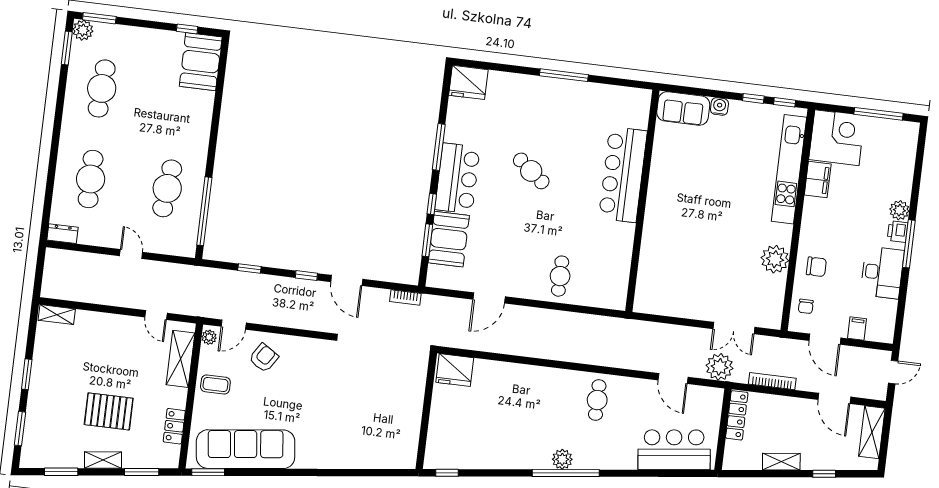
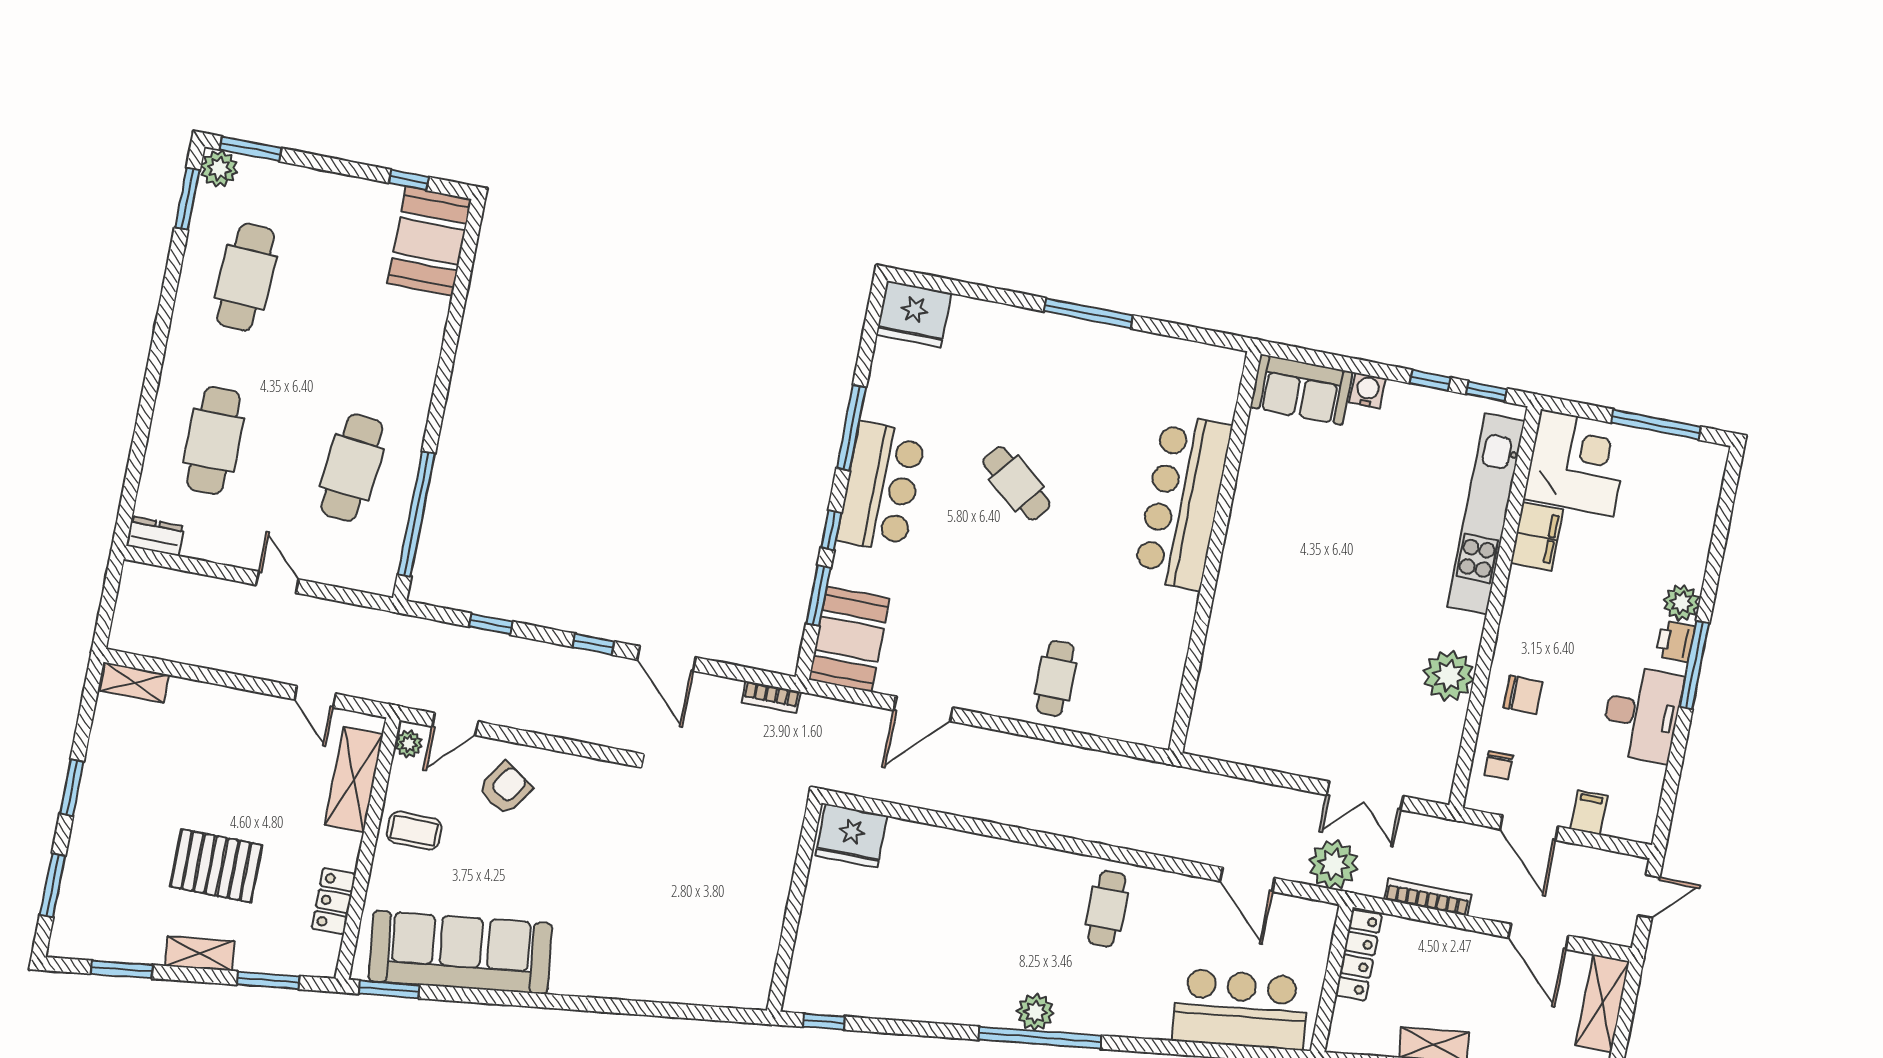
booth: (449, 239) -> (849, 639), moved

